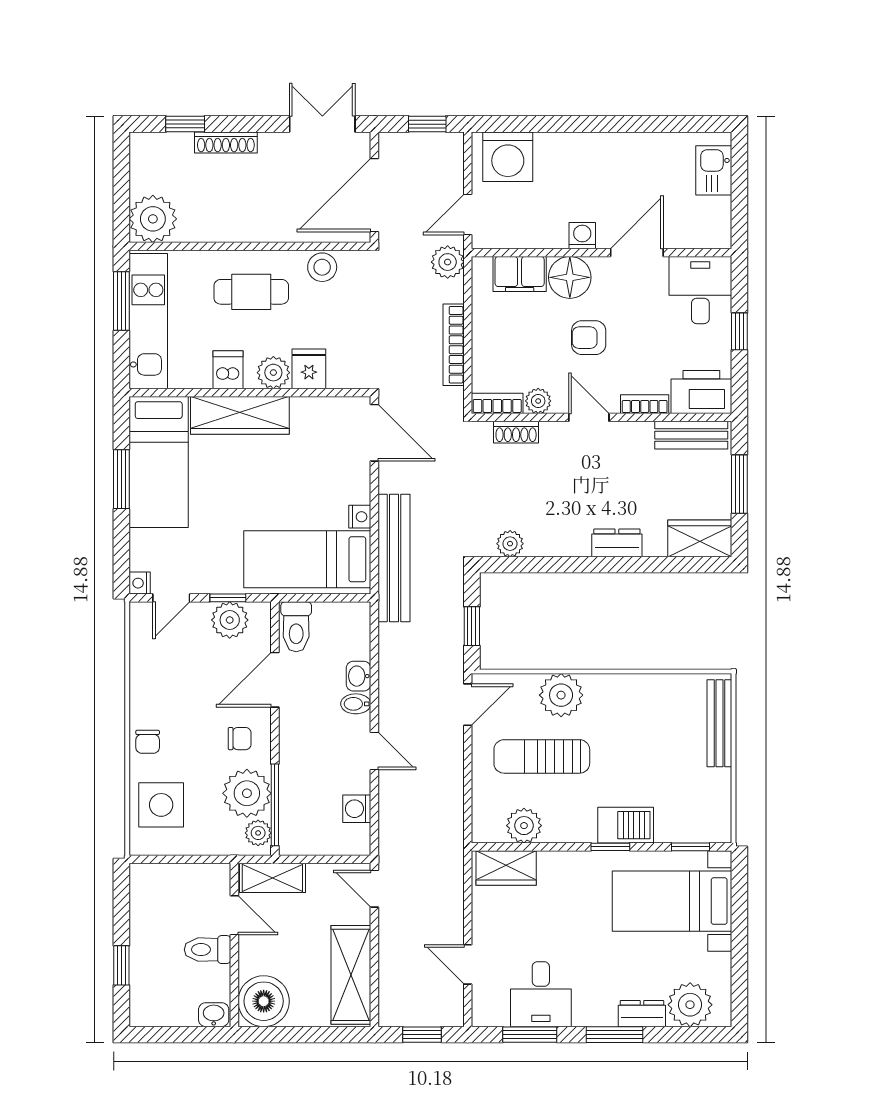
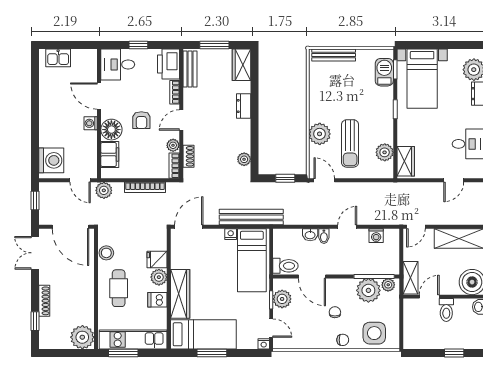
chair: (240, 739) -> (335, 312), moved
barbecue: (626, 825) -> (384, 72), moved

